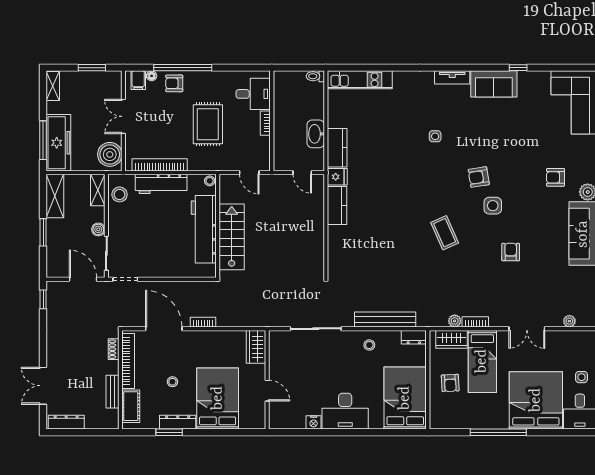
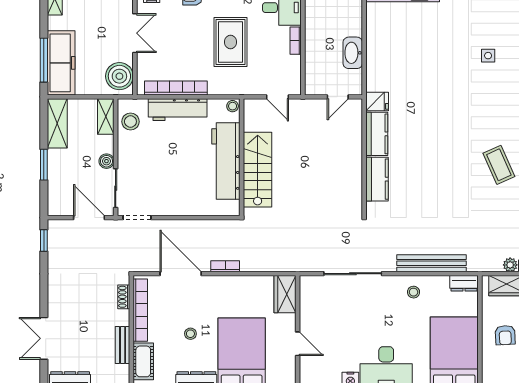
double door: (123, 116) -> (135, 33), swing flipped
kitchen counter: (337, 148) -> (377, 179), moved
door: (302, 173) -> (338, 97), hinge flipped

